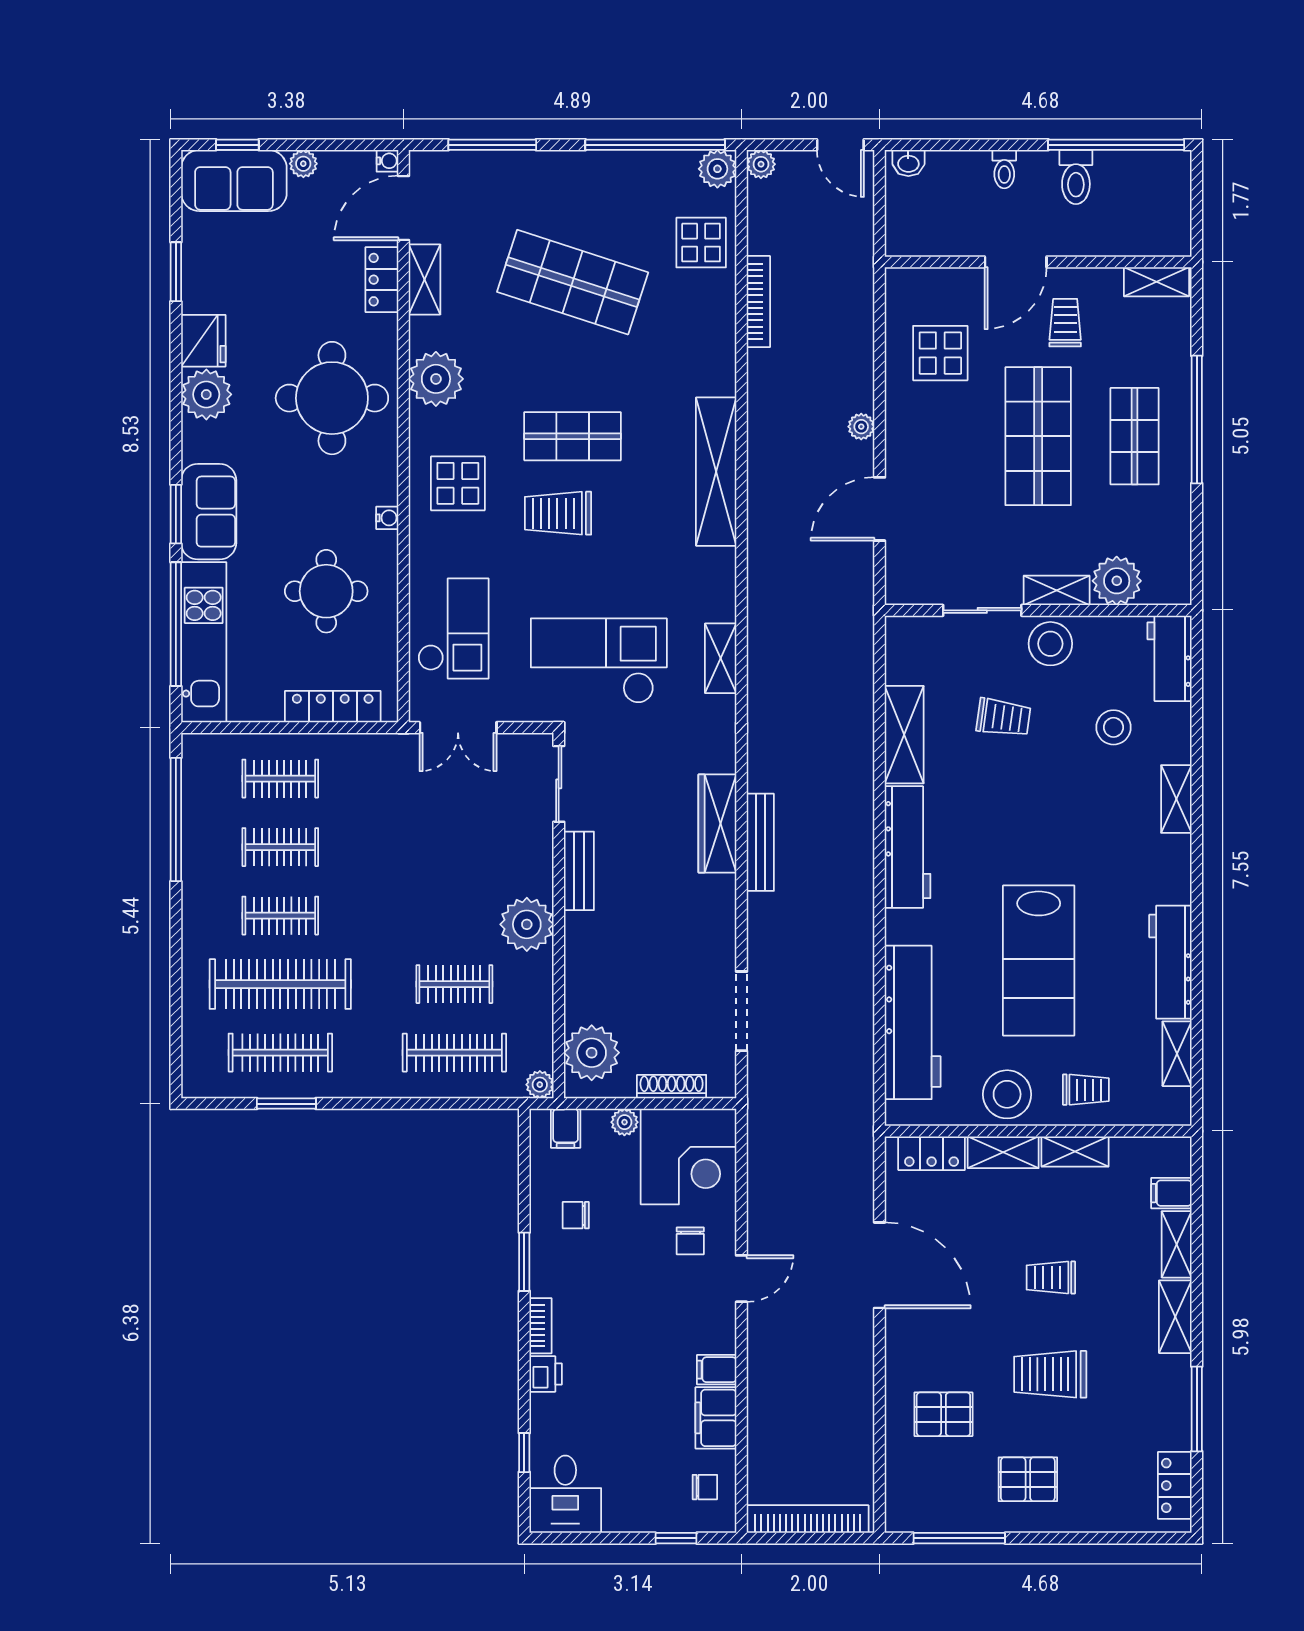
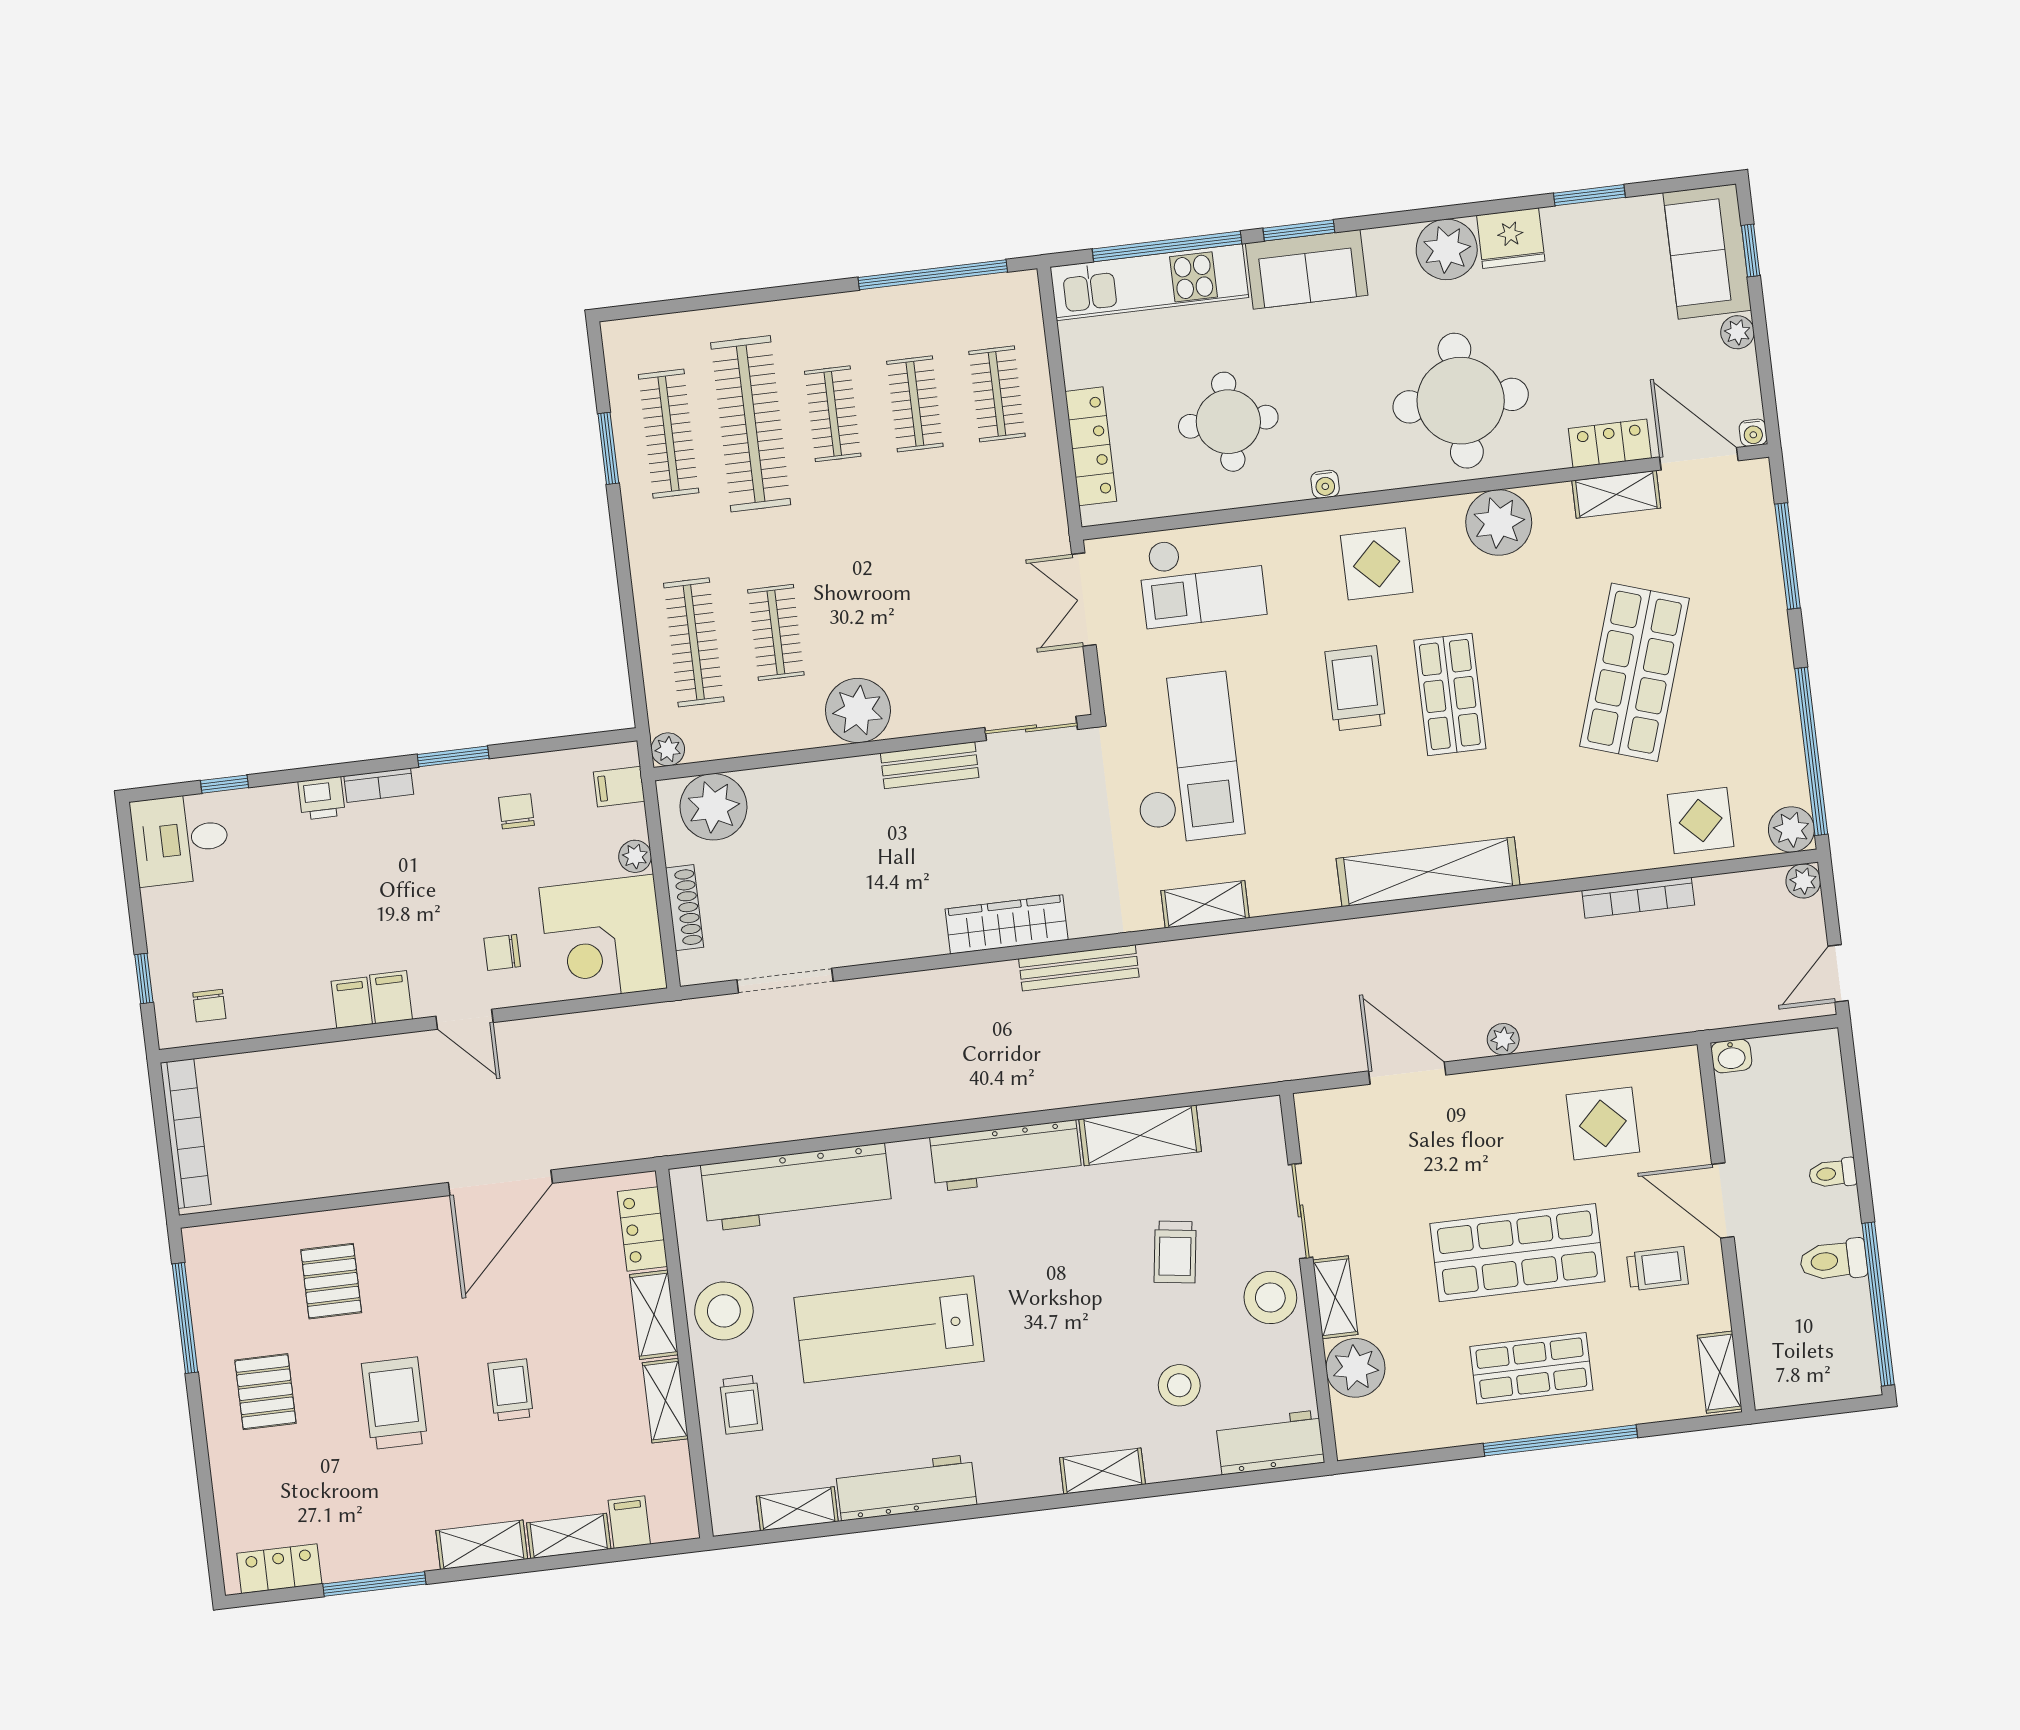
washbasin: (908, 163) -> (1731, 1056), moved, turned -90
bench: (760, 842) -> (1079, 968), moved
filing cabinet: (716, 1418) -> (391, 997), moved, width x0.50

